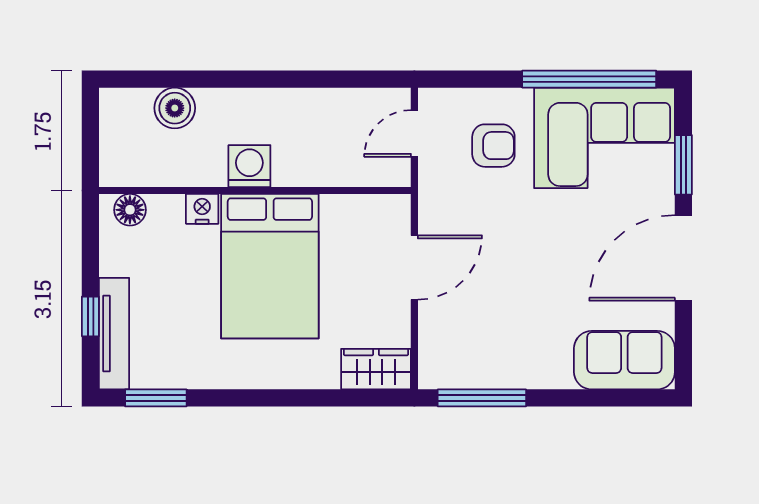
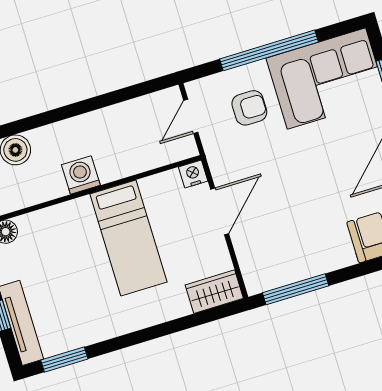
window: (589, 79) -> (269, 50), moved
nightstand: (202, 209) -> (193, 174), moved
bed: (270, 266) -> (128, 238), width x0.67

